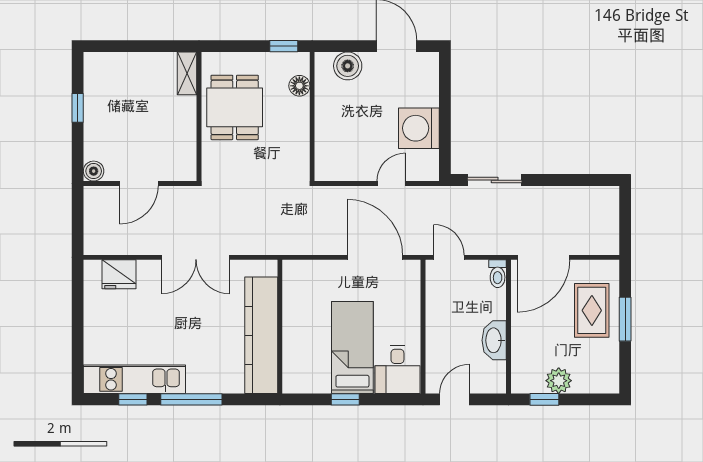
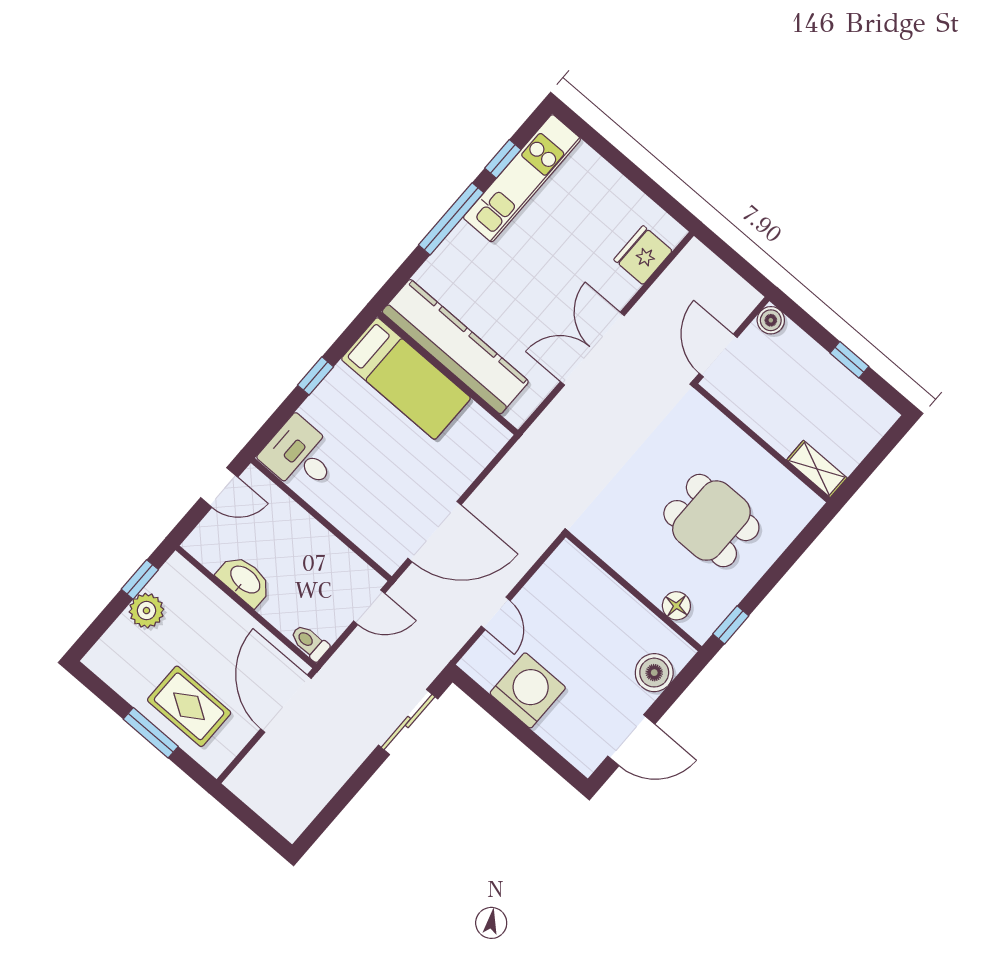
shelving: (187, 73) -> (817, 469), moved
wall: (199, 117) -> (762, 443), moved
bed: (352, 348) -> (406, 378), moved
door: (454, 399) -> (219, 487), hinge flipped

